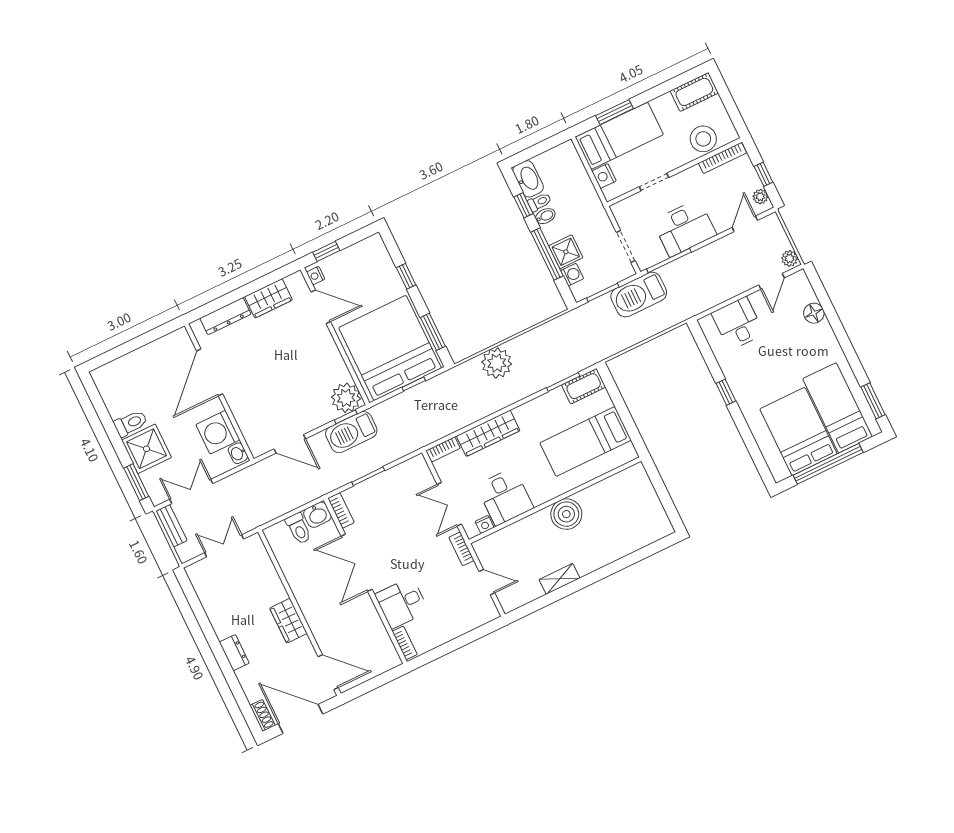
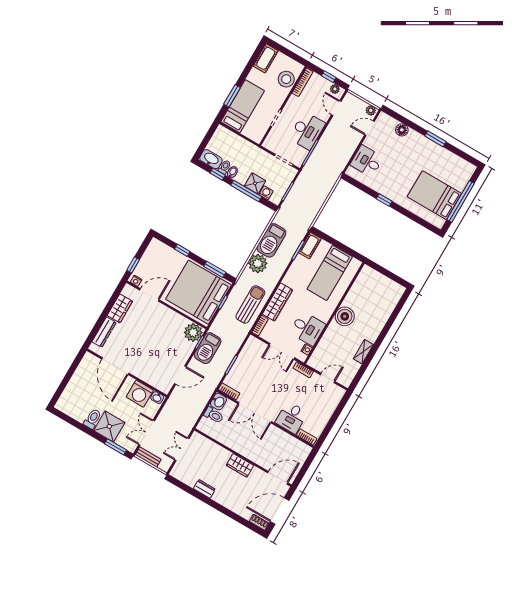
nightstand: (604, 176) -> (249, 132), removed
door: (772, 281) -> (369, 128), swing flipped
barbecue: (639, 295) -> (271, 240), moved
window: (873, 401) -> (435, 139), moved
bed: (837, 408) -> (446, 170), removed
sun lounger: (449, 412) -> (250, 304), added
dresser: (234, 653) -> (204, 489), moved

